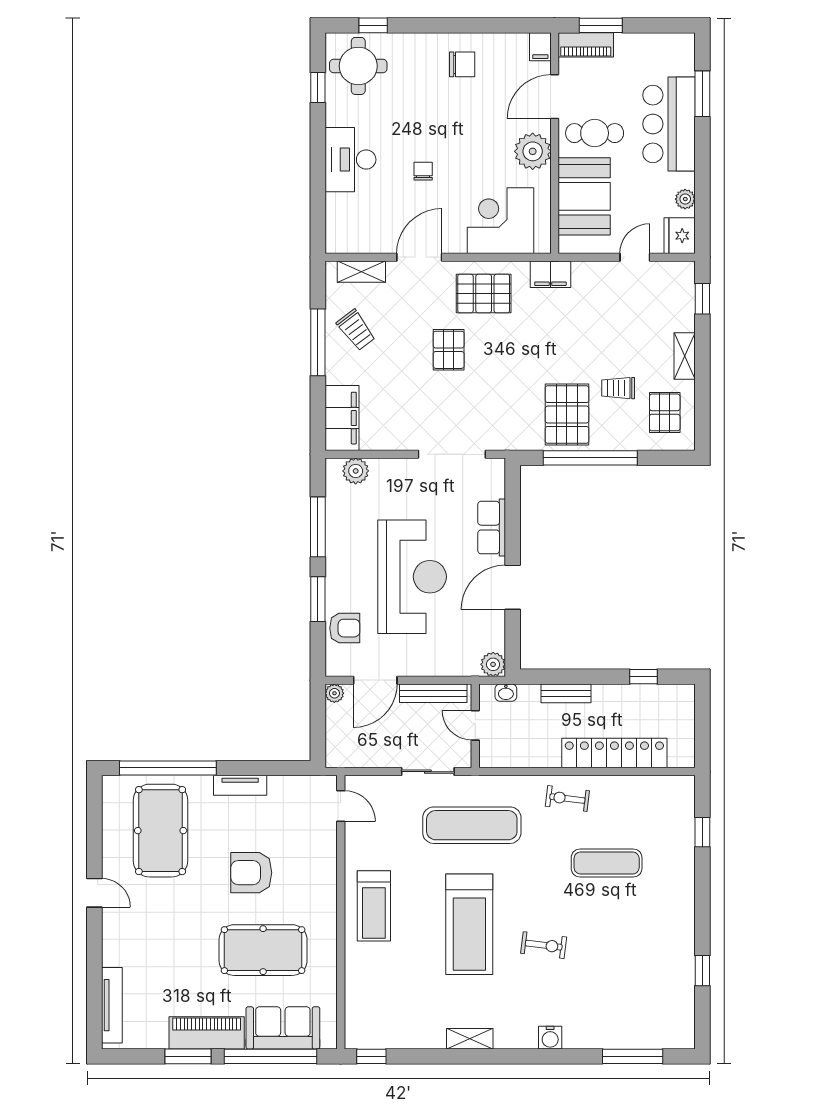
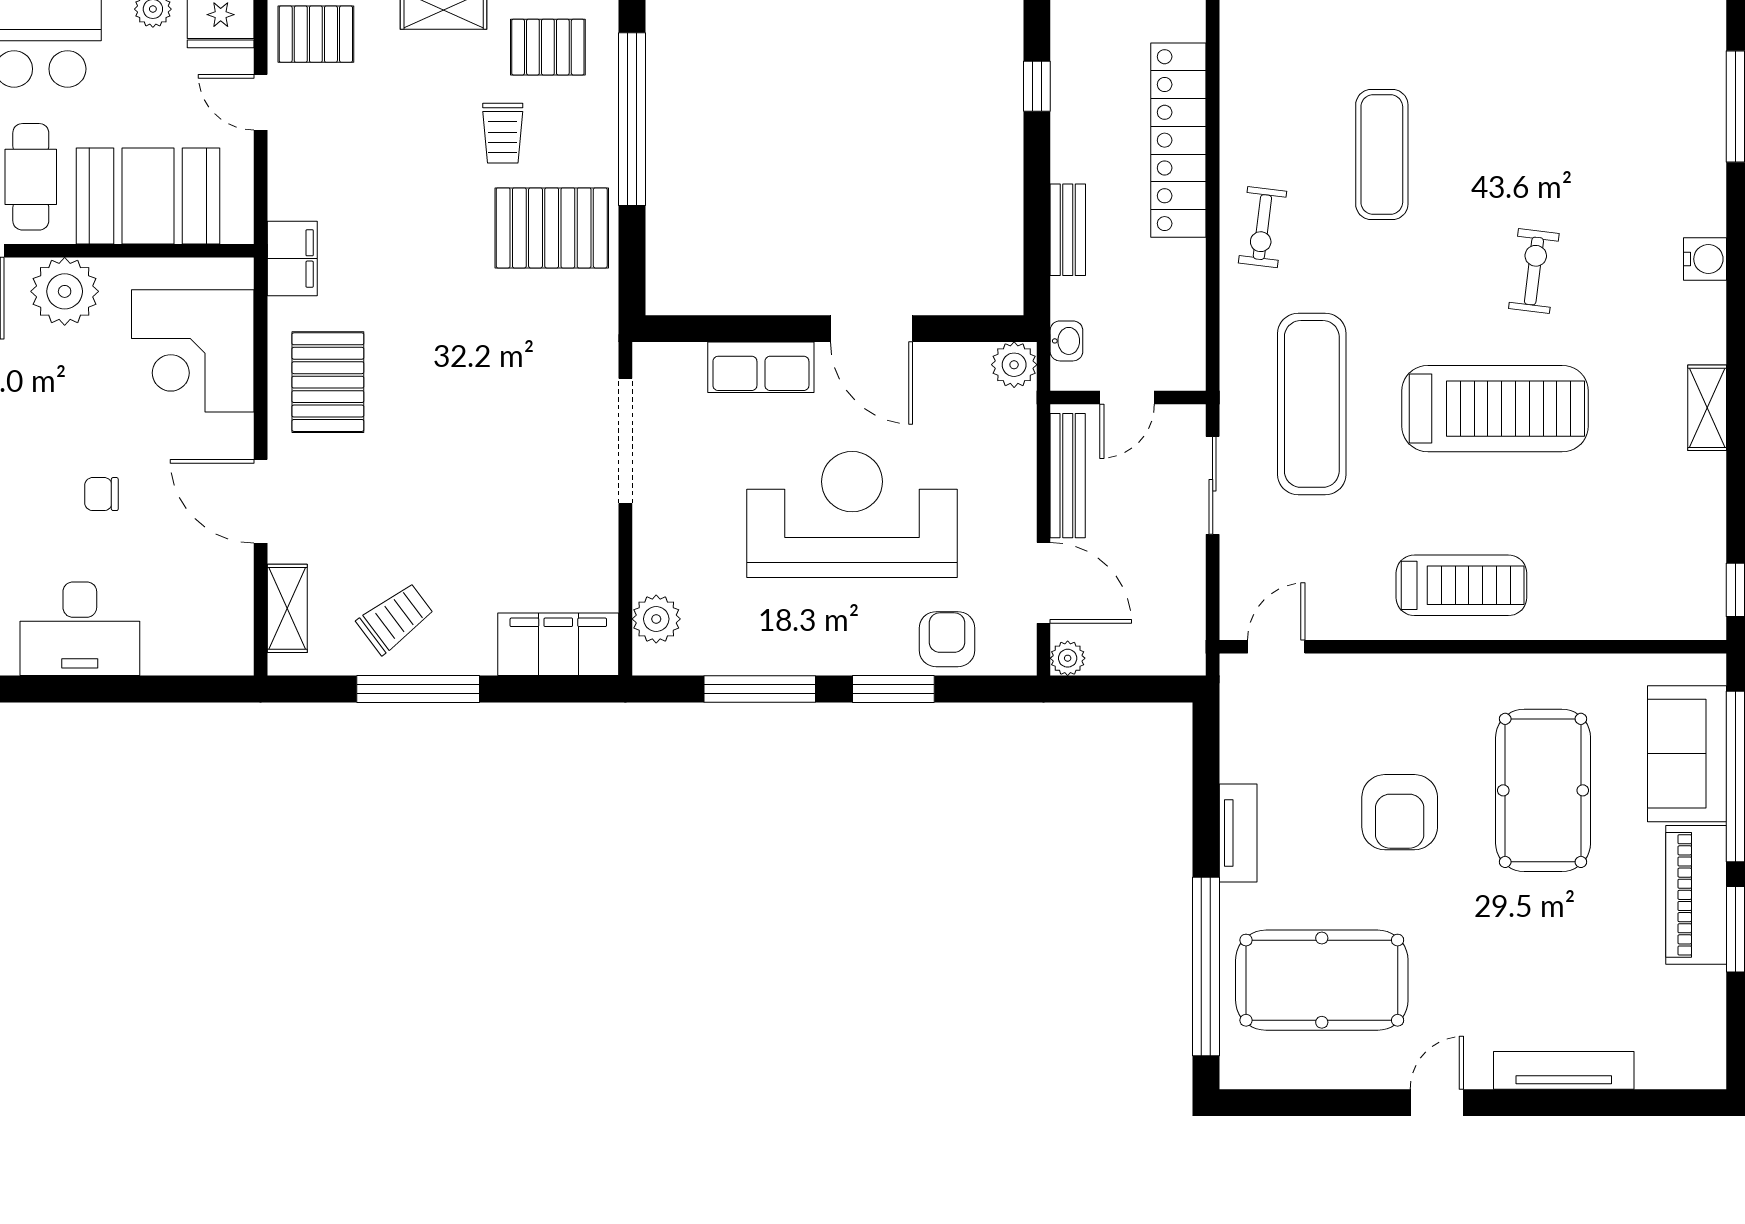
pallet: (449, 350) -> (316, 34), moved
window: (590, 458) -> (632, 119), moved
tv unit: (112, 1005) -> (1564, 1070), moved

